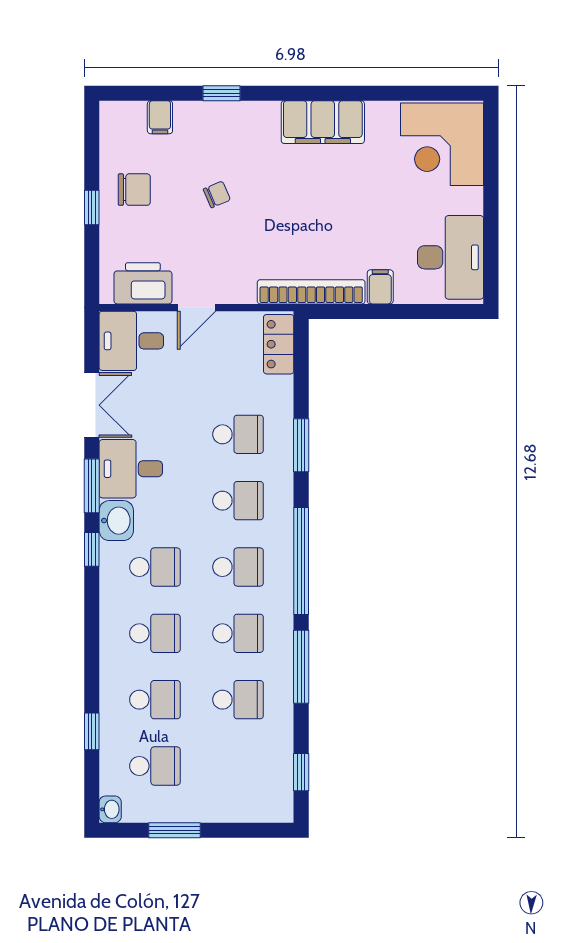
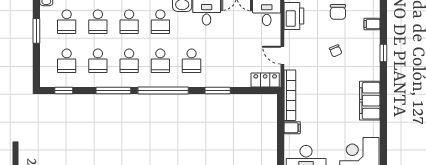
door: (197, 308) -> (282, 55), moved
school desk: (238, 434) -> (67, 61), moved

